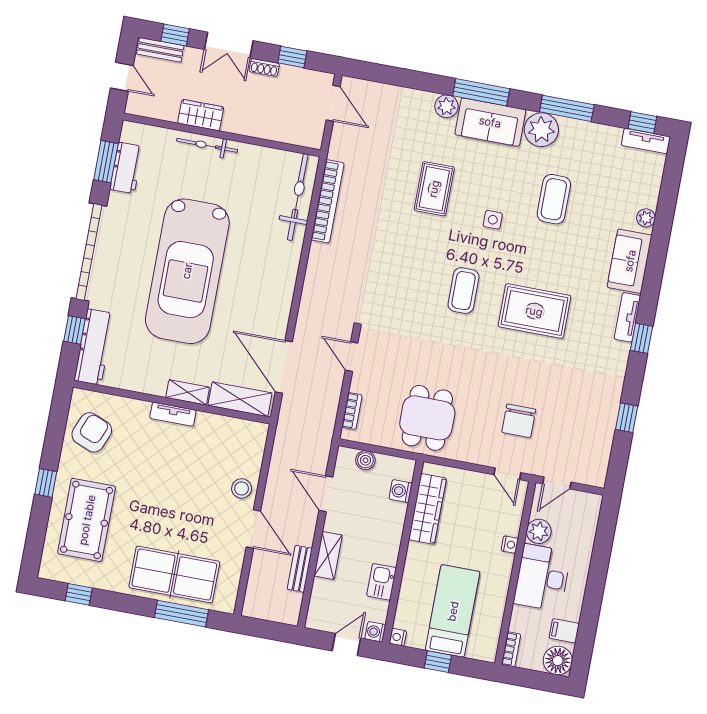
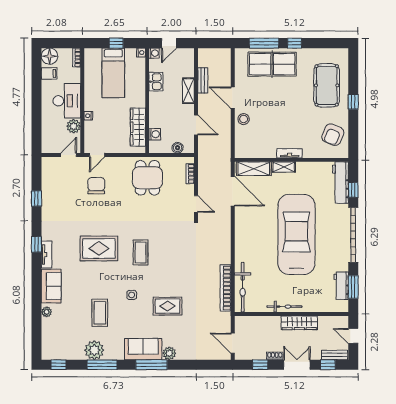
wardrobe: (201, 115) -> (299, 323), width x1.50
plant: (541, 130) -> (94, 350), moved
tv unit: (646, 141) -> (55, 355), removed
bicycle: (207, 145) -> (284, 307), moved
rug: (434, 189) -> (167, 306), turned 90
door: (507, 474) -> (97, 155), swing flipped
window: (79, 594) -> (295, 43), moved

